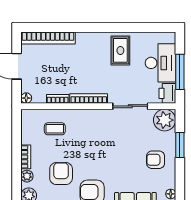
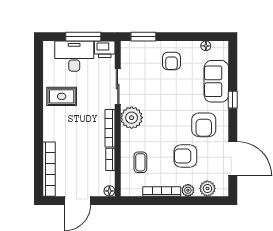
plant: (165, 120) -> (132, 118), moved
window: (180, 145) -> (143, 37), moved
bookcase: (26, 157) -> (162, 191), width x1.56

